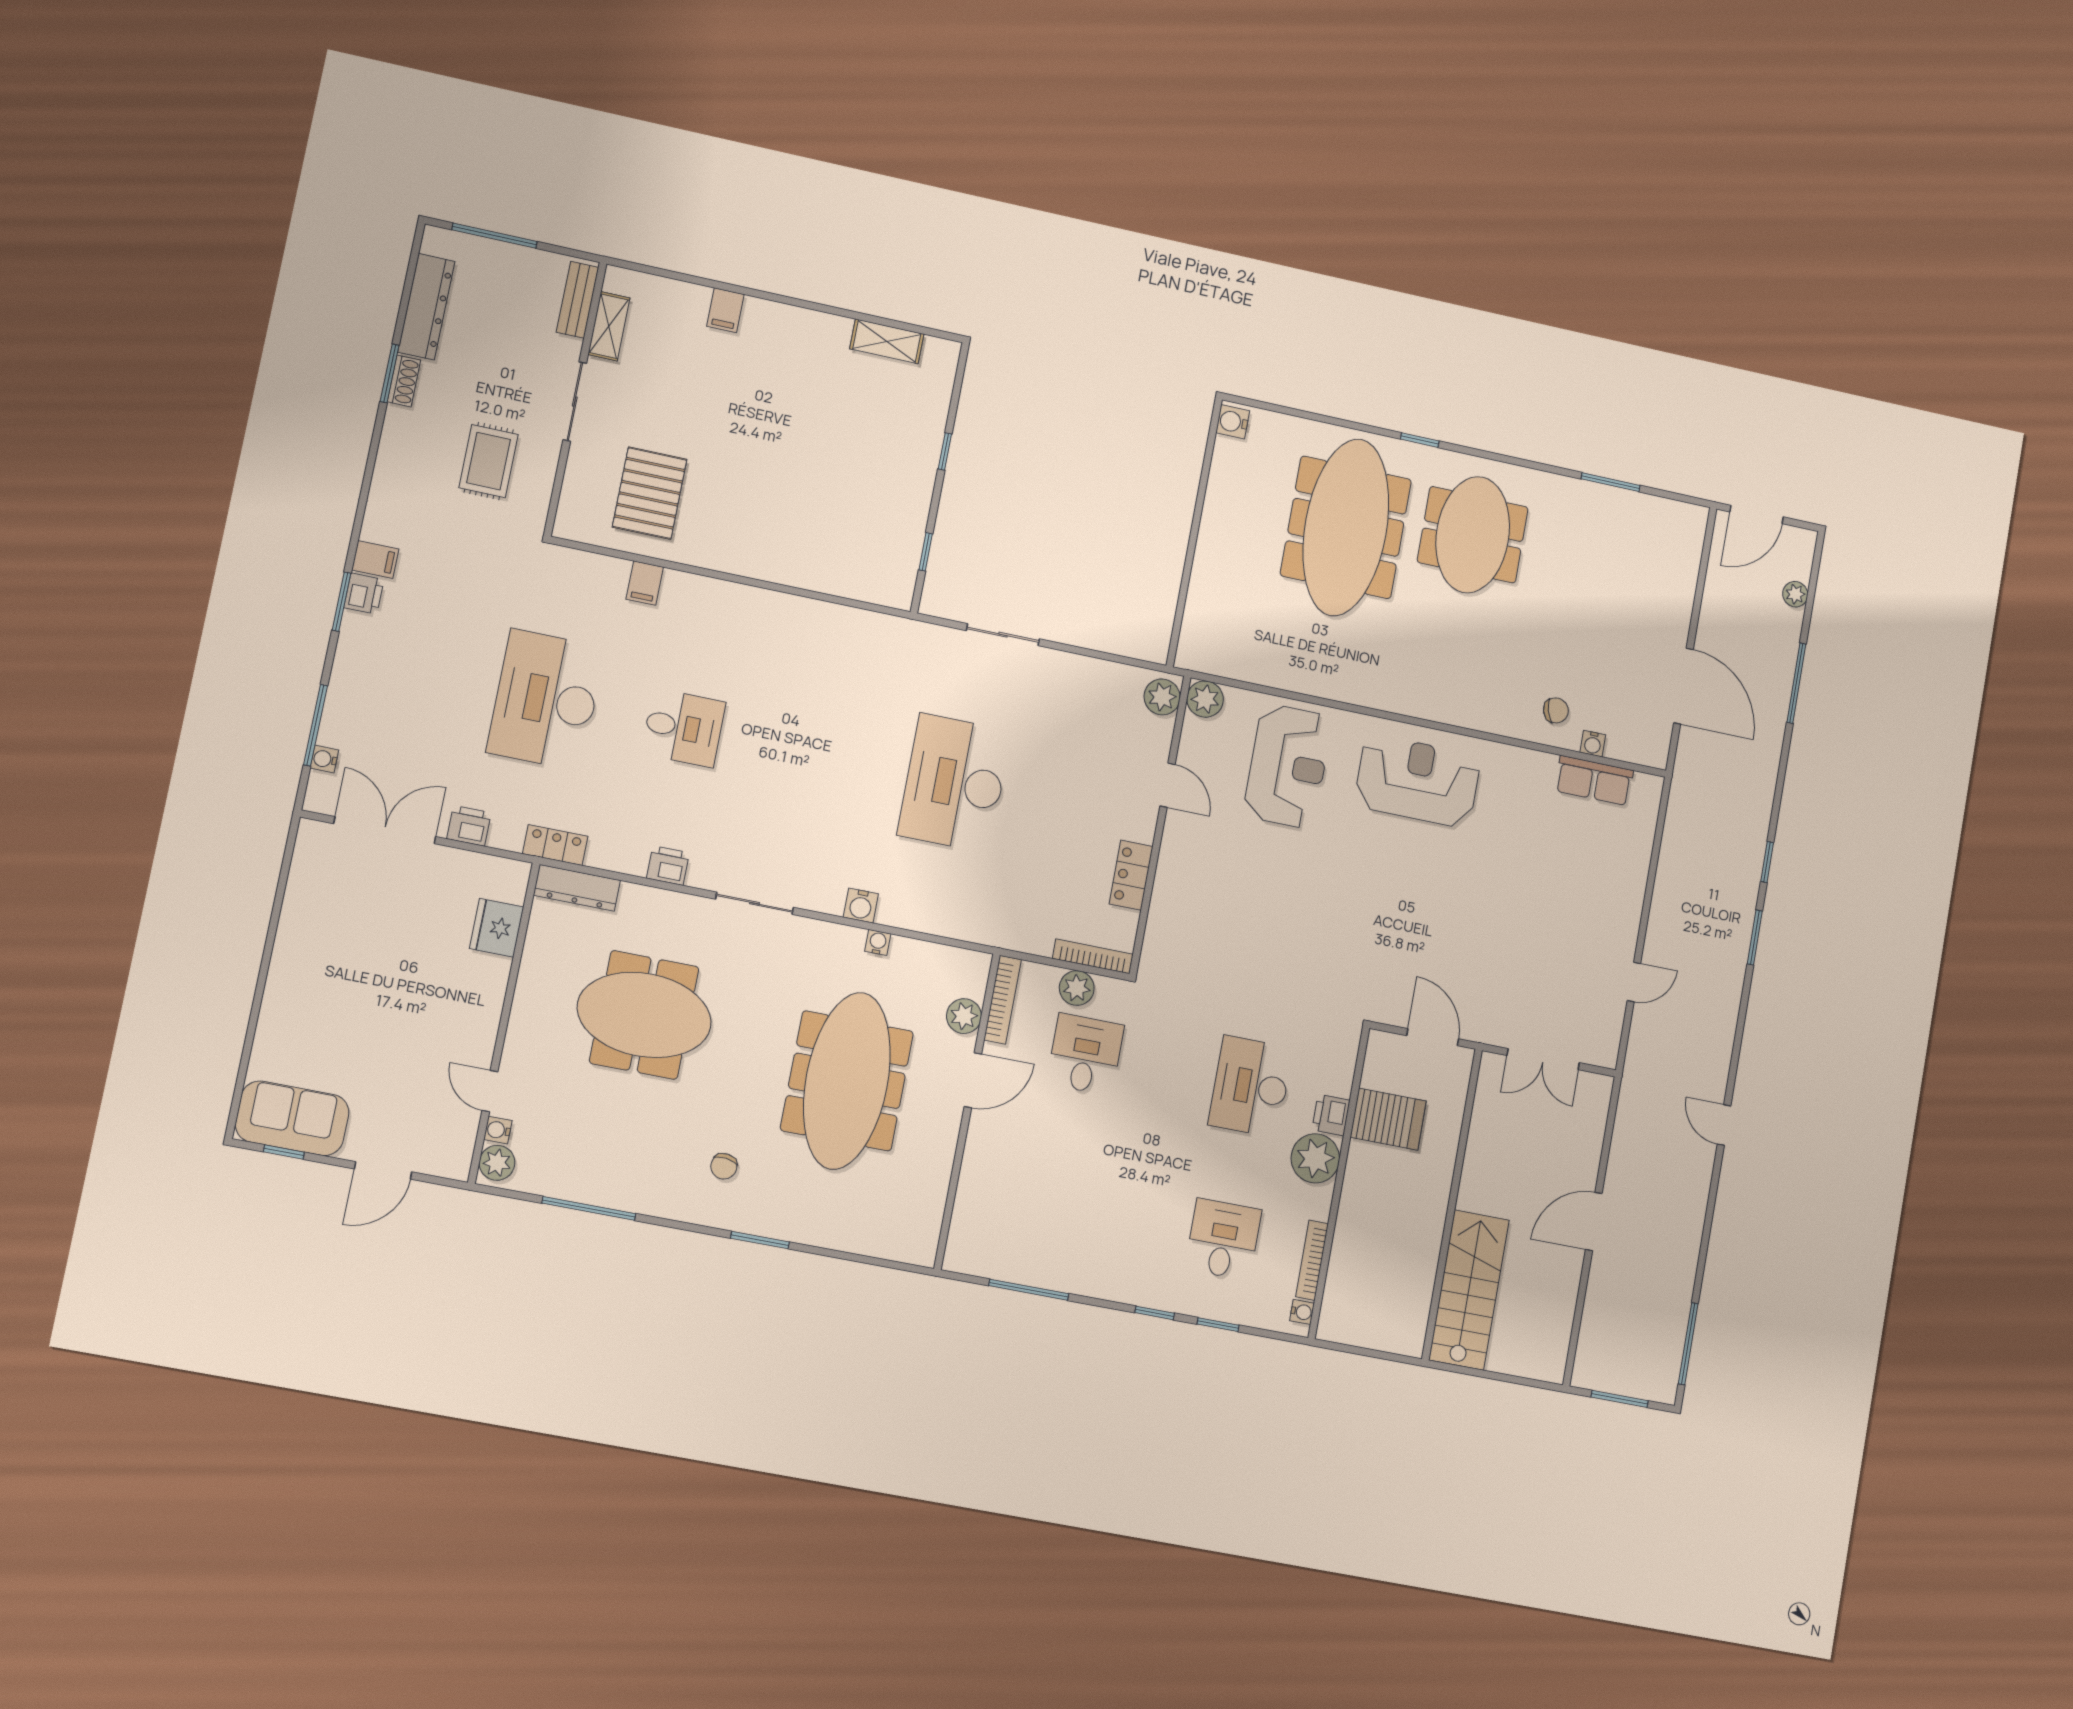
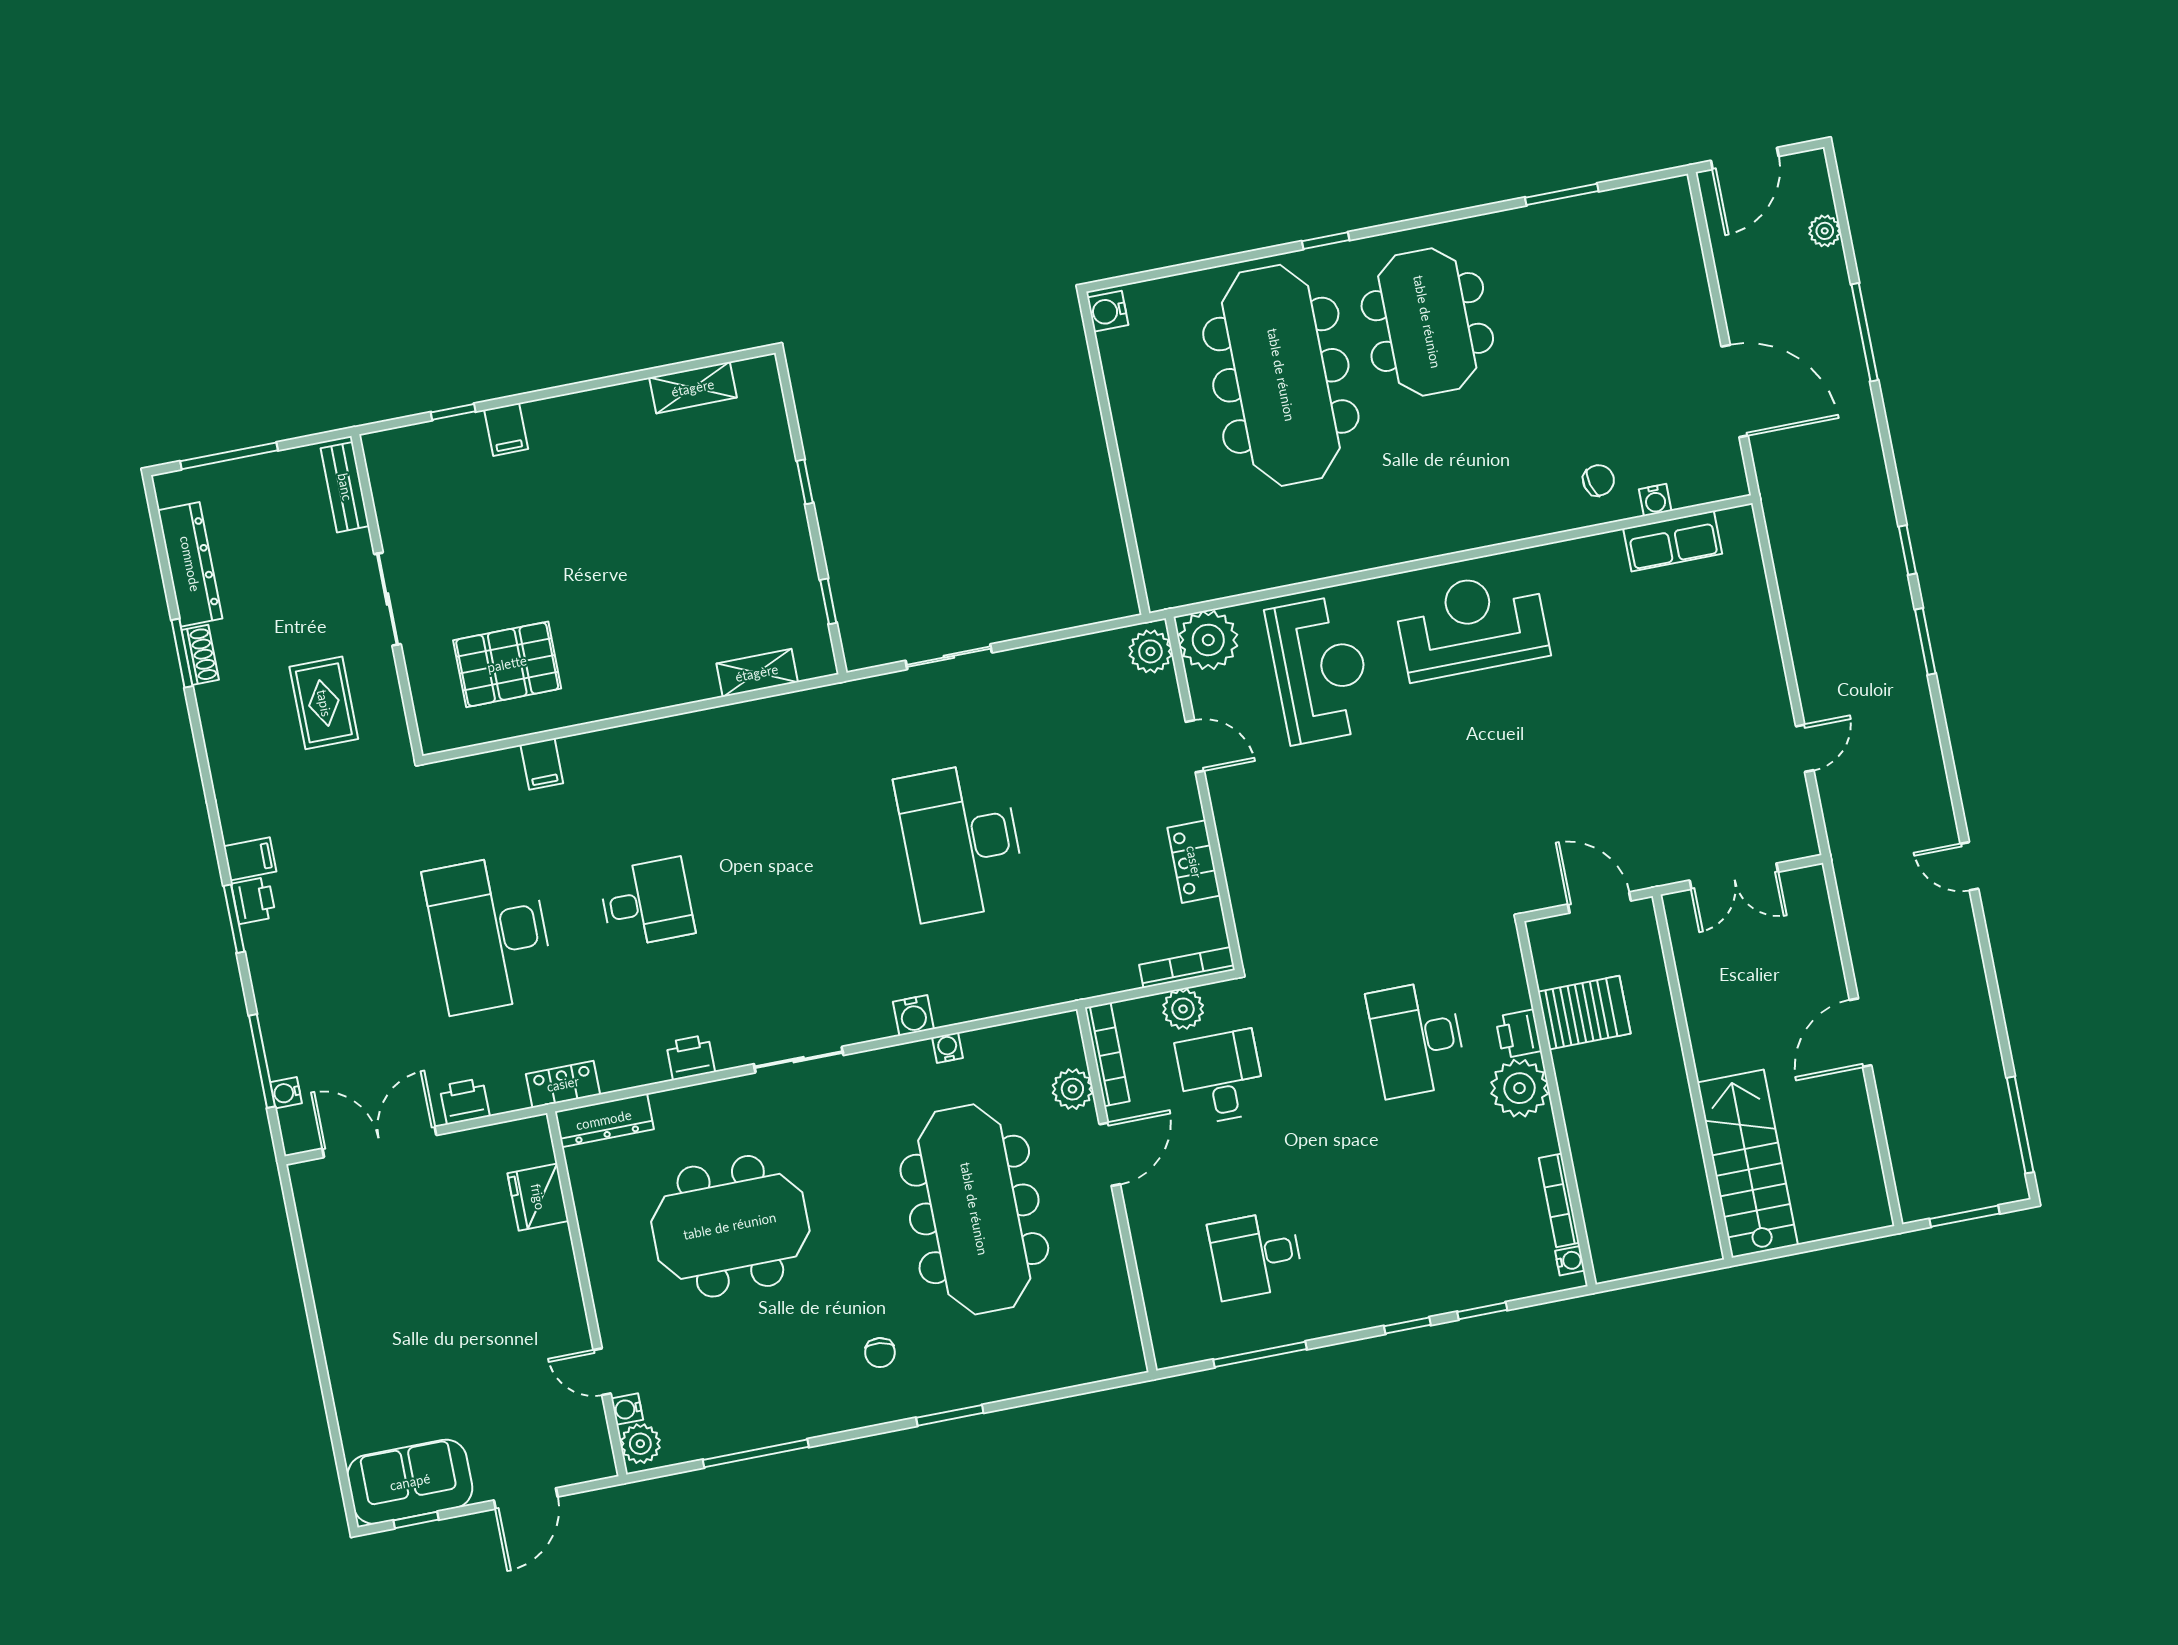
window: (689, 279) -> (453, 412), added
shelving: (609, 326) -> (757, 673), moved, turned 90
pallet: (650, 493) -> (507, 664), turned 90
plant: (1205, 699) -> (1208, 640), width x1.36, depth x1.36
desk: (1223, 1239) -> (1256, 1255), moved, turned -90

